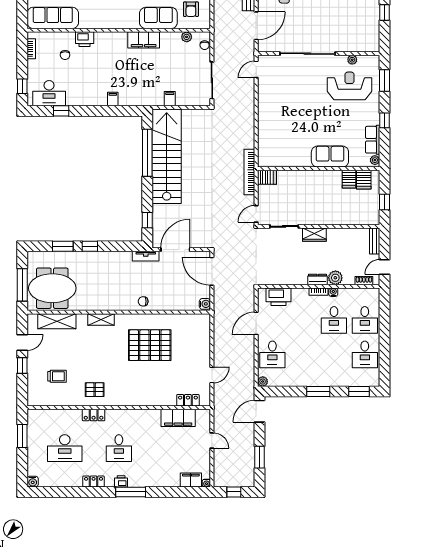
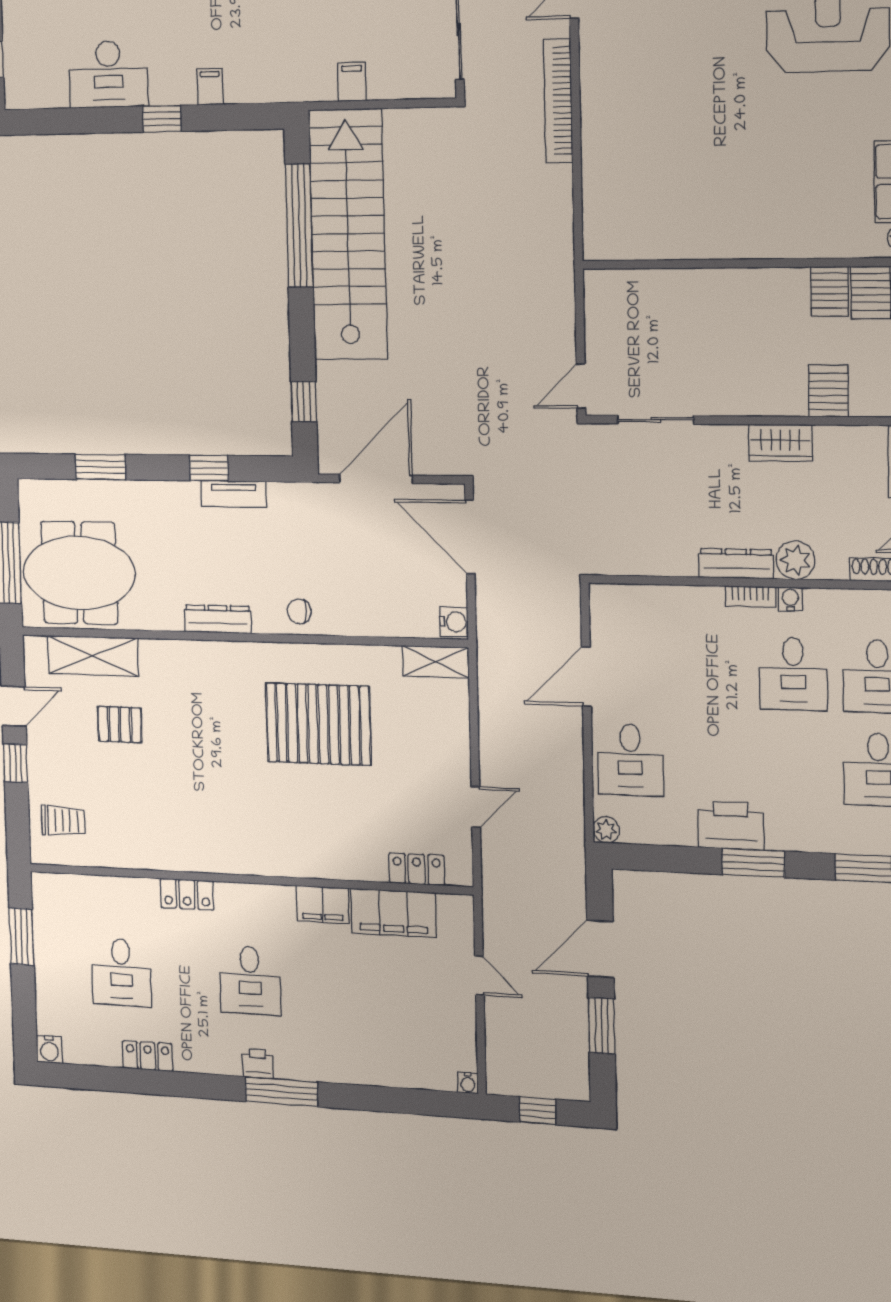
desk: (49, 93) -> (108, 74), moved
window: (61, 111) -> (162, 119), moved
sofa: (330, 157) -> (777, 230), removed
bookcase: (249, 172) -> (558, 101), moved
server rack: (267, 177) -> (828, 391), moved, turned -90
wardrobe: (314, 235) -> (780, 443), moved
window: (90, 246) -> (209, 468), moved
tv unit: (146, 256) -> (234, 494), moved
dresser: (318, 279) -> (736, 564), width x1.44
printer: (278, 297) -> (731, 825), moved, turned 180
dresser: (110, 305) -> (218, 619), added
shelving: (101, 319) -> (436, 662), moved
trolley: (57, 376) -> (63, 821), moved
pallet: (95, 390) -> (120, 725), moved
door: (260, 411) -> (600, 949), moved
desk: (65, 448) -> (121, 972), width x0.73
filing cabinet: (191, 480) -> (323, 904), moved, turned 180
locker: (94, 481) -> (148, 1056), moved

